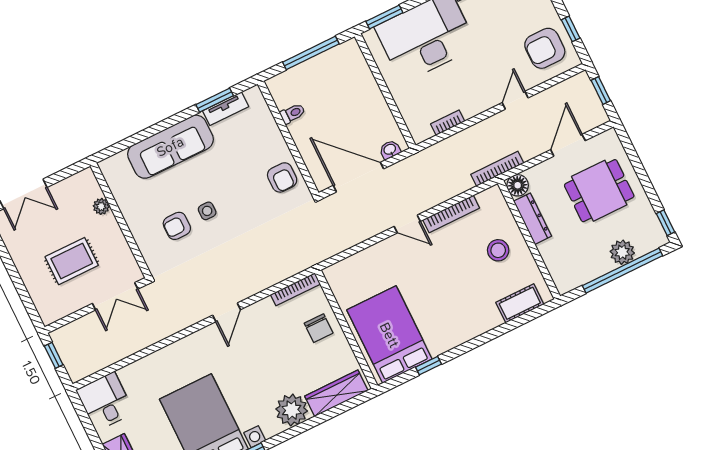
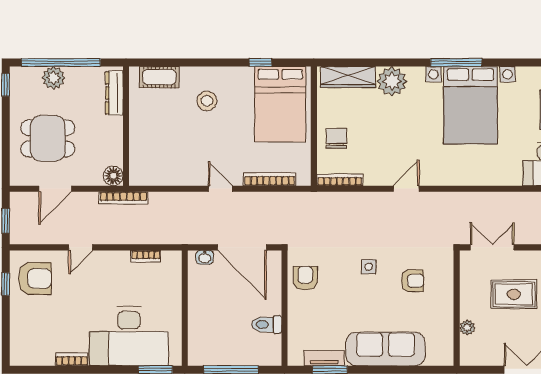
toilet: (293, 113) -> (267, 324), width x1.37, depth x1.39
side table: (207, 211) -> (369, 267), moved
bookcase: (451, 214) -> (270, 179), moved
dresser: (533, 219) -> (114, 93), moved
stool: (498, 250) -> (207, 101), moved

